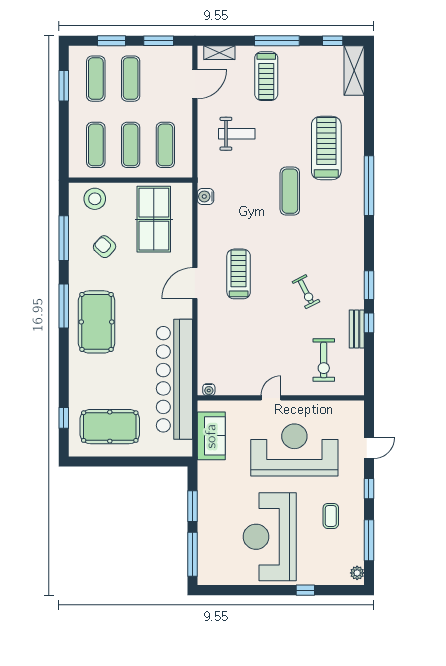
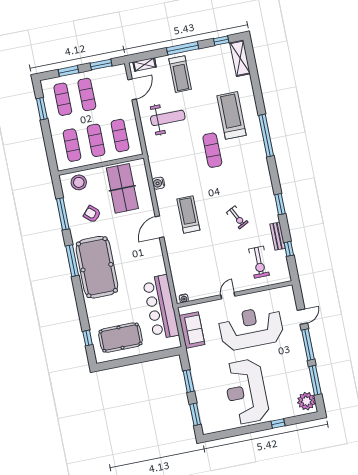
weight bench: (237, 134) -> (168, 118), width x1.36, depth x1.33
water cooler: (206, 196) -> (158, 183), moved
pool table: (97, 322) -> (97, 267), width x1.36, depth x1.32
window: (369, 323) -> (289, 249), moved
bar counter: (174, 379) -> (161, 307), width x0.73
window: (369, 489) -> (308, 345), width x2.17
coffee table: (331, 516) -> (285, 369), removed
window: (192, 554) -> (195, 414), width x0.69
plant: (357, 573) -> (306, 401), width x1.88, depth x1.88

